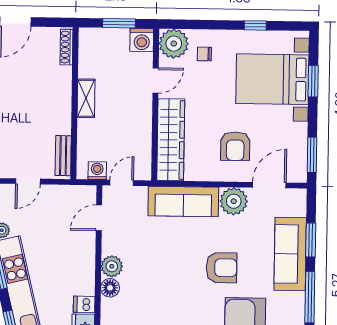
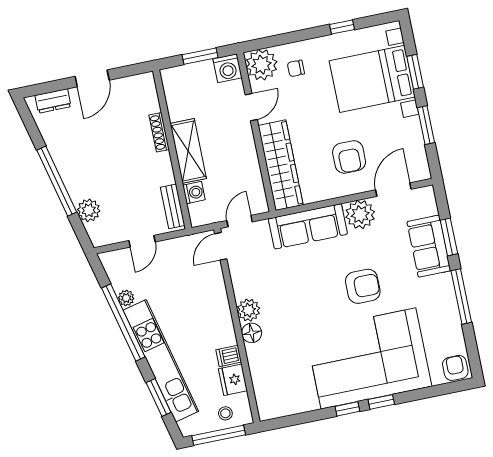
shoe rack: (66, 47) -> (159, 132), moved
shelving: (86, 98) -> (188, 151), width x1.50, depth x1.33
window: (312, 155) -> (426, 125), moved
washing machine: (97, 171) -> (194, 192), moved, turned 90
door: (99, 218) -> (221, 246), moved
sofa: (290, 254) -> (429, 246), width x0.73

